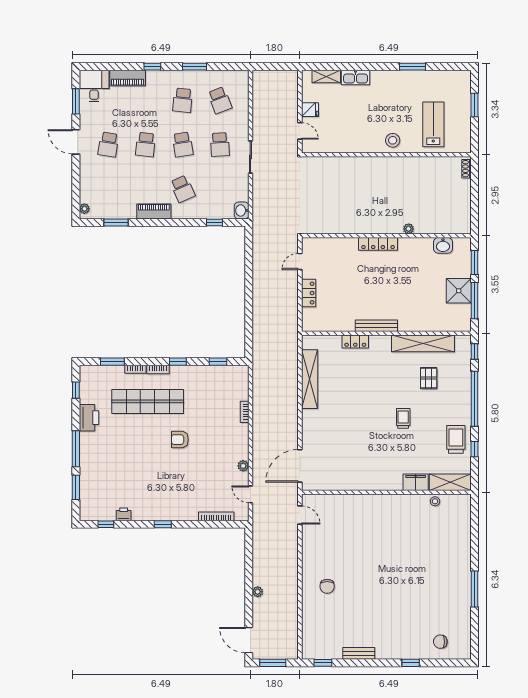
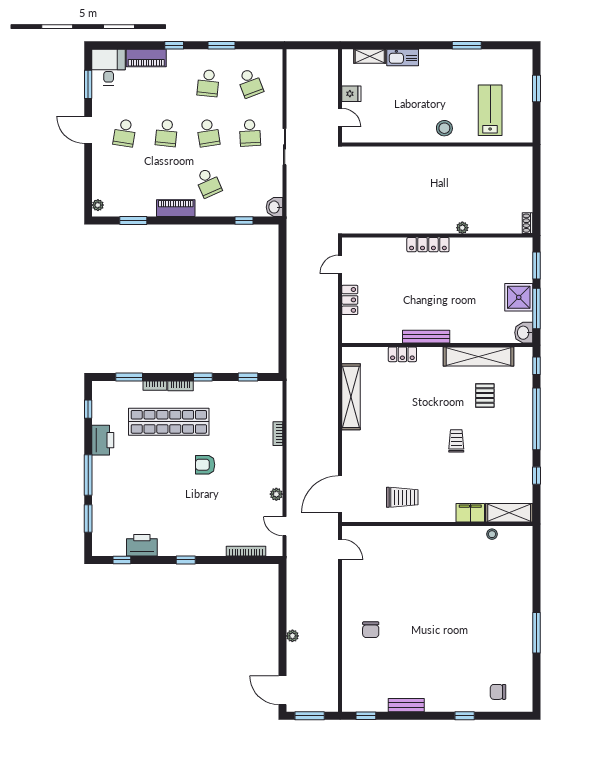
shoe rack: (467, 169) -> (527, 223), moved
washbasin: (443, 245) -> (524, 333), moved, turned 90
trolley: (456, 439) -> (402, 497), moved, turned 90
printer: (124, 514) -> (142, 545), width x1.87, depth x1.48

